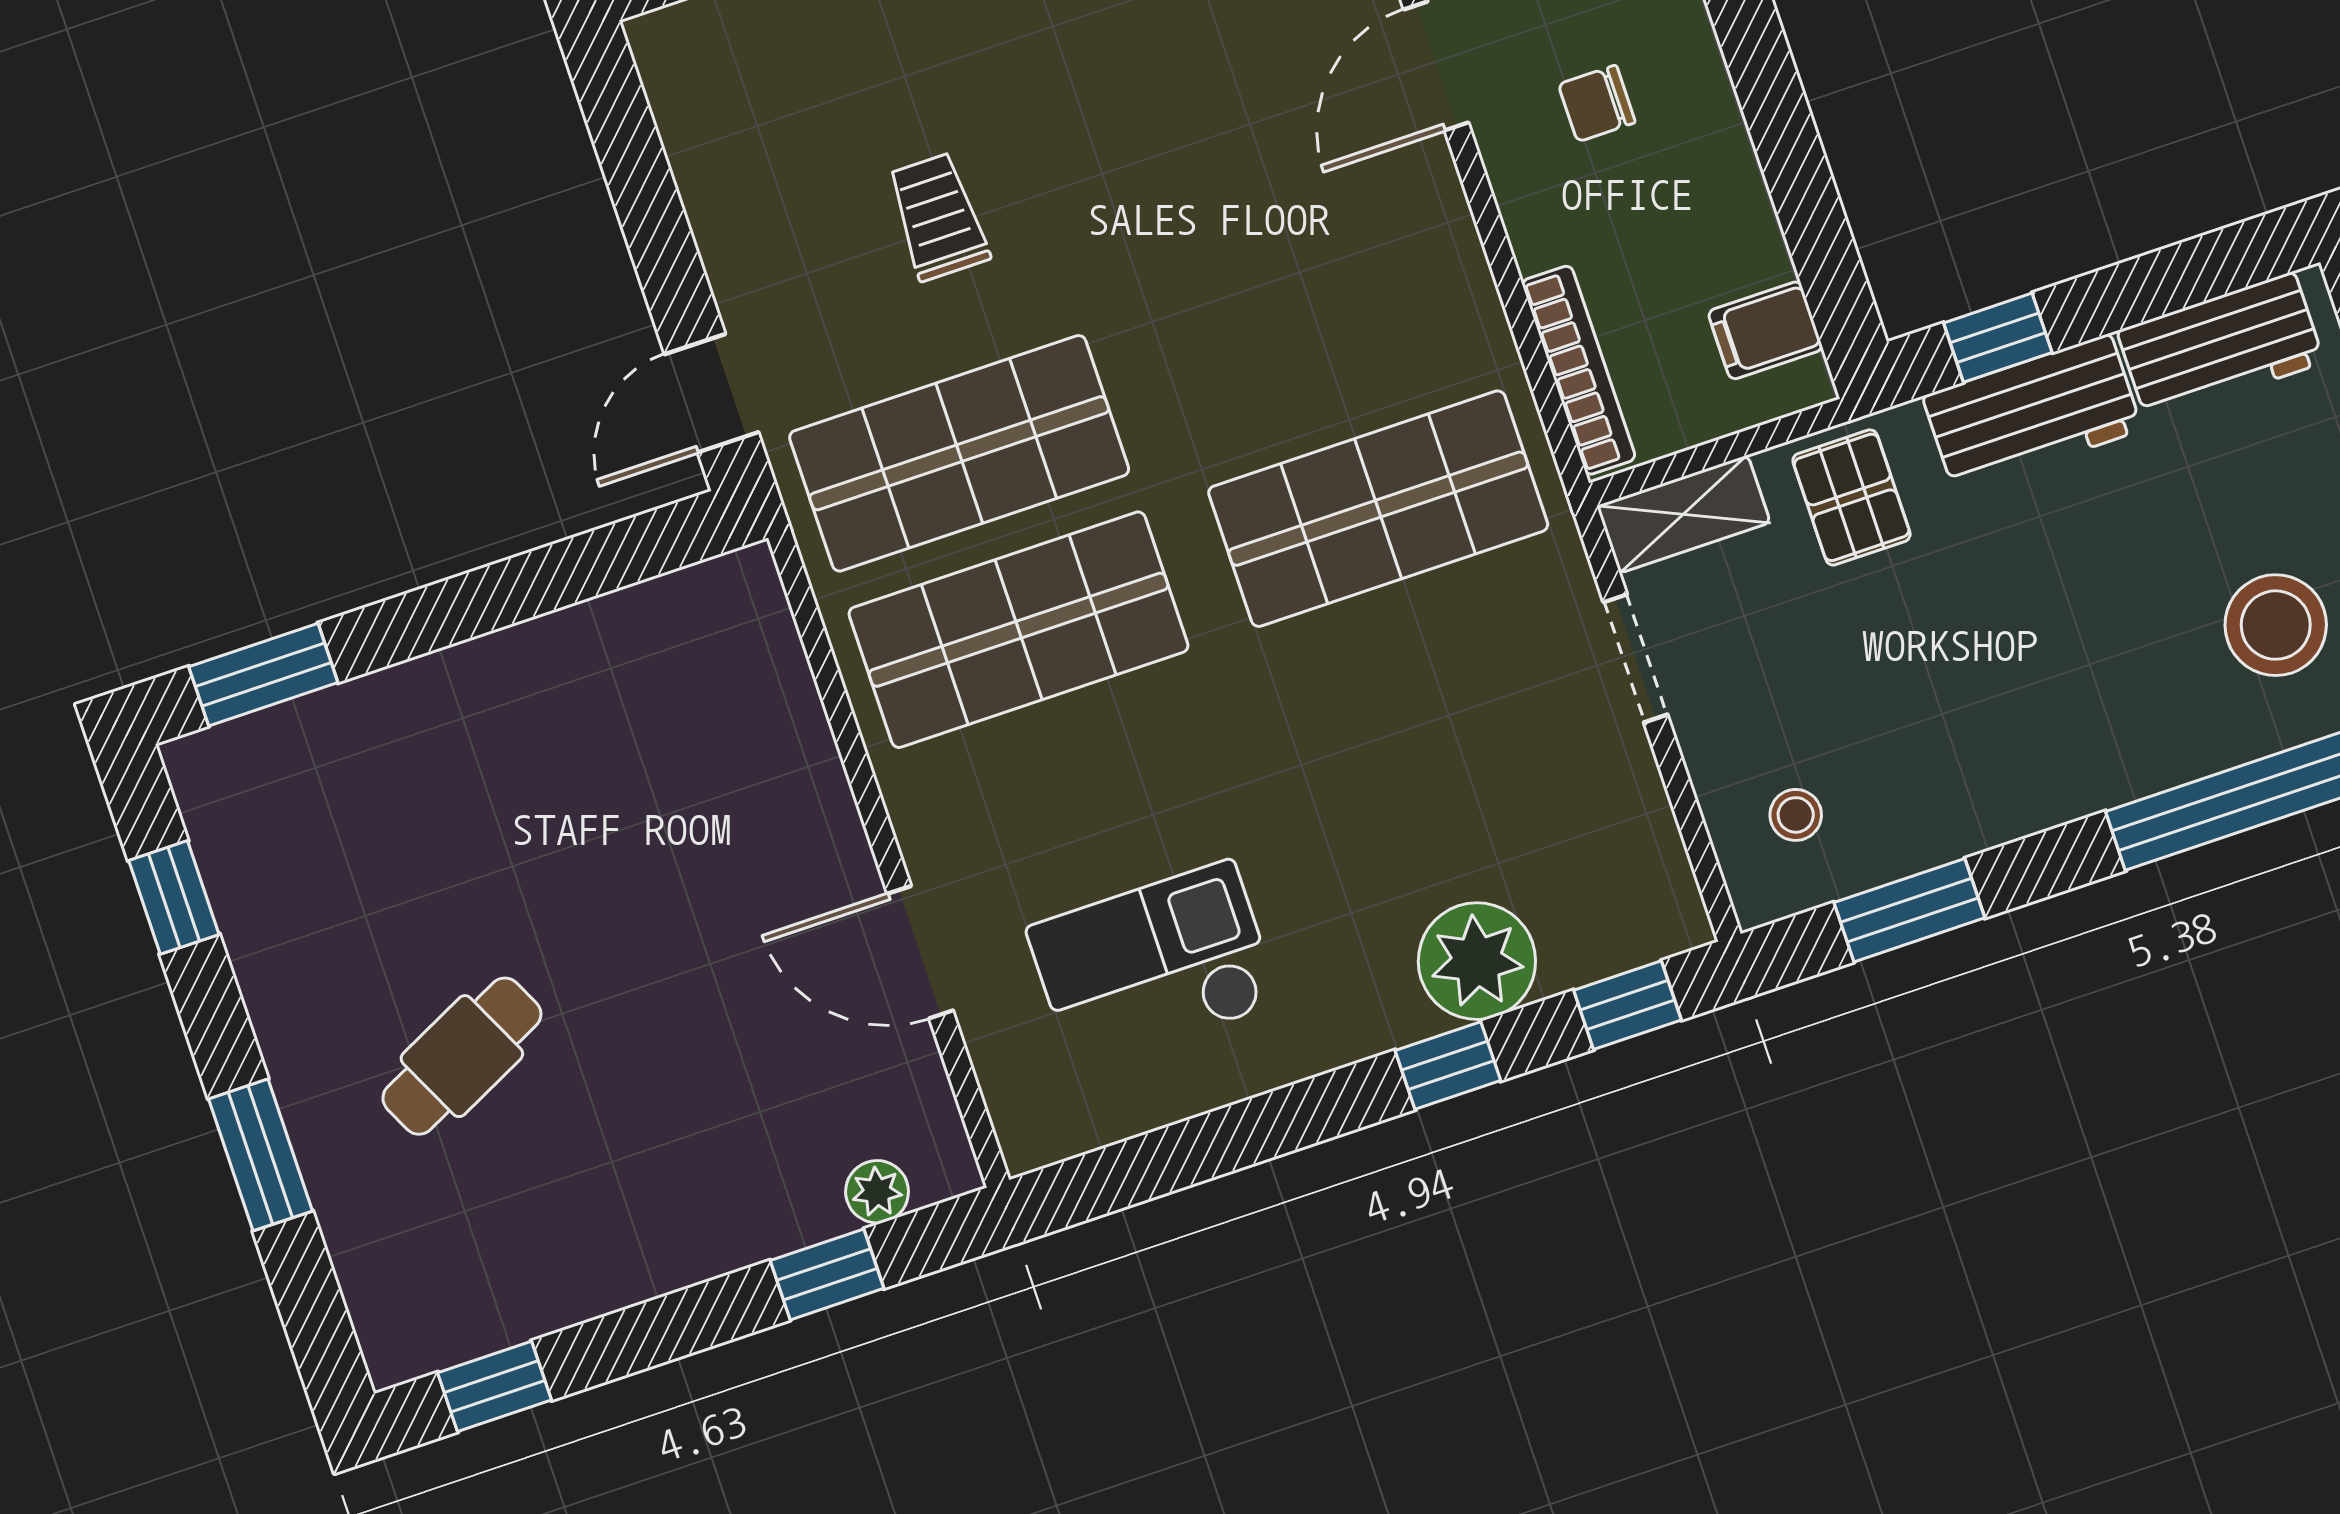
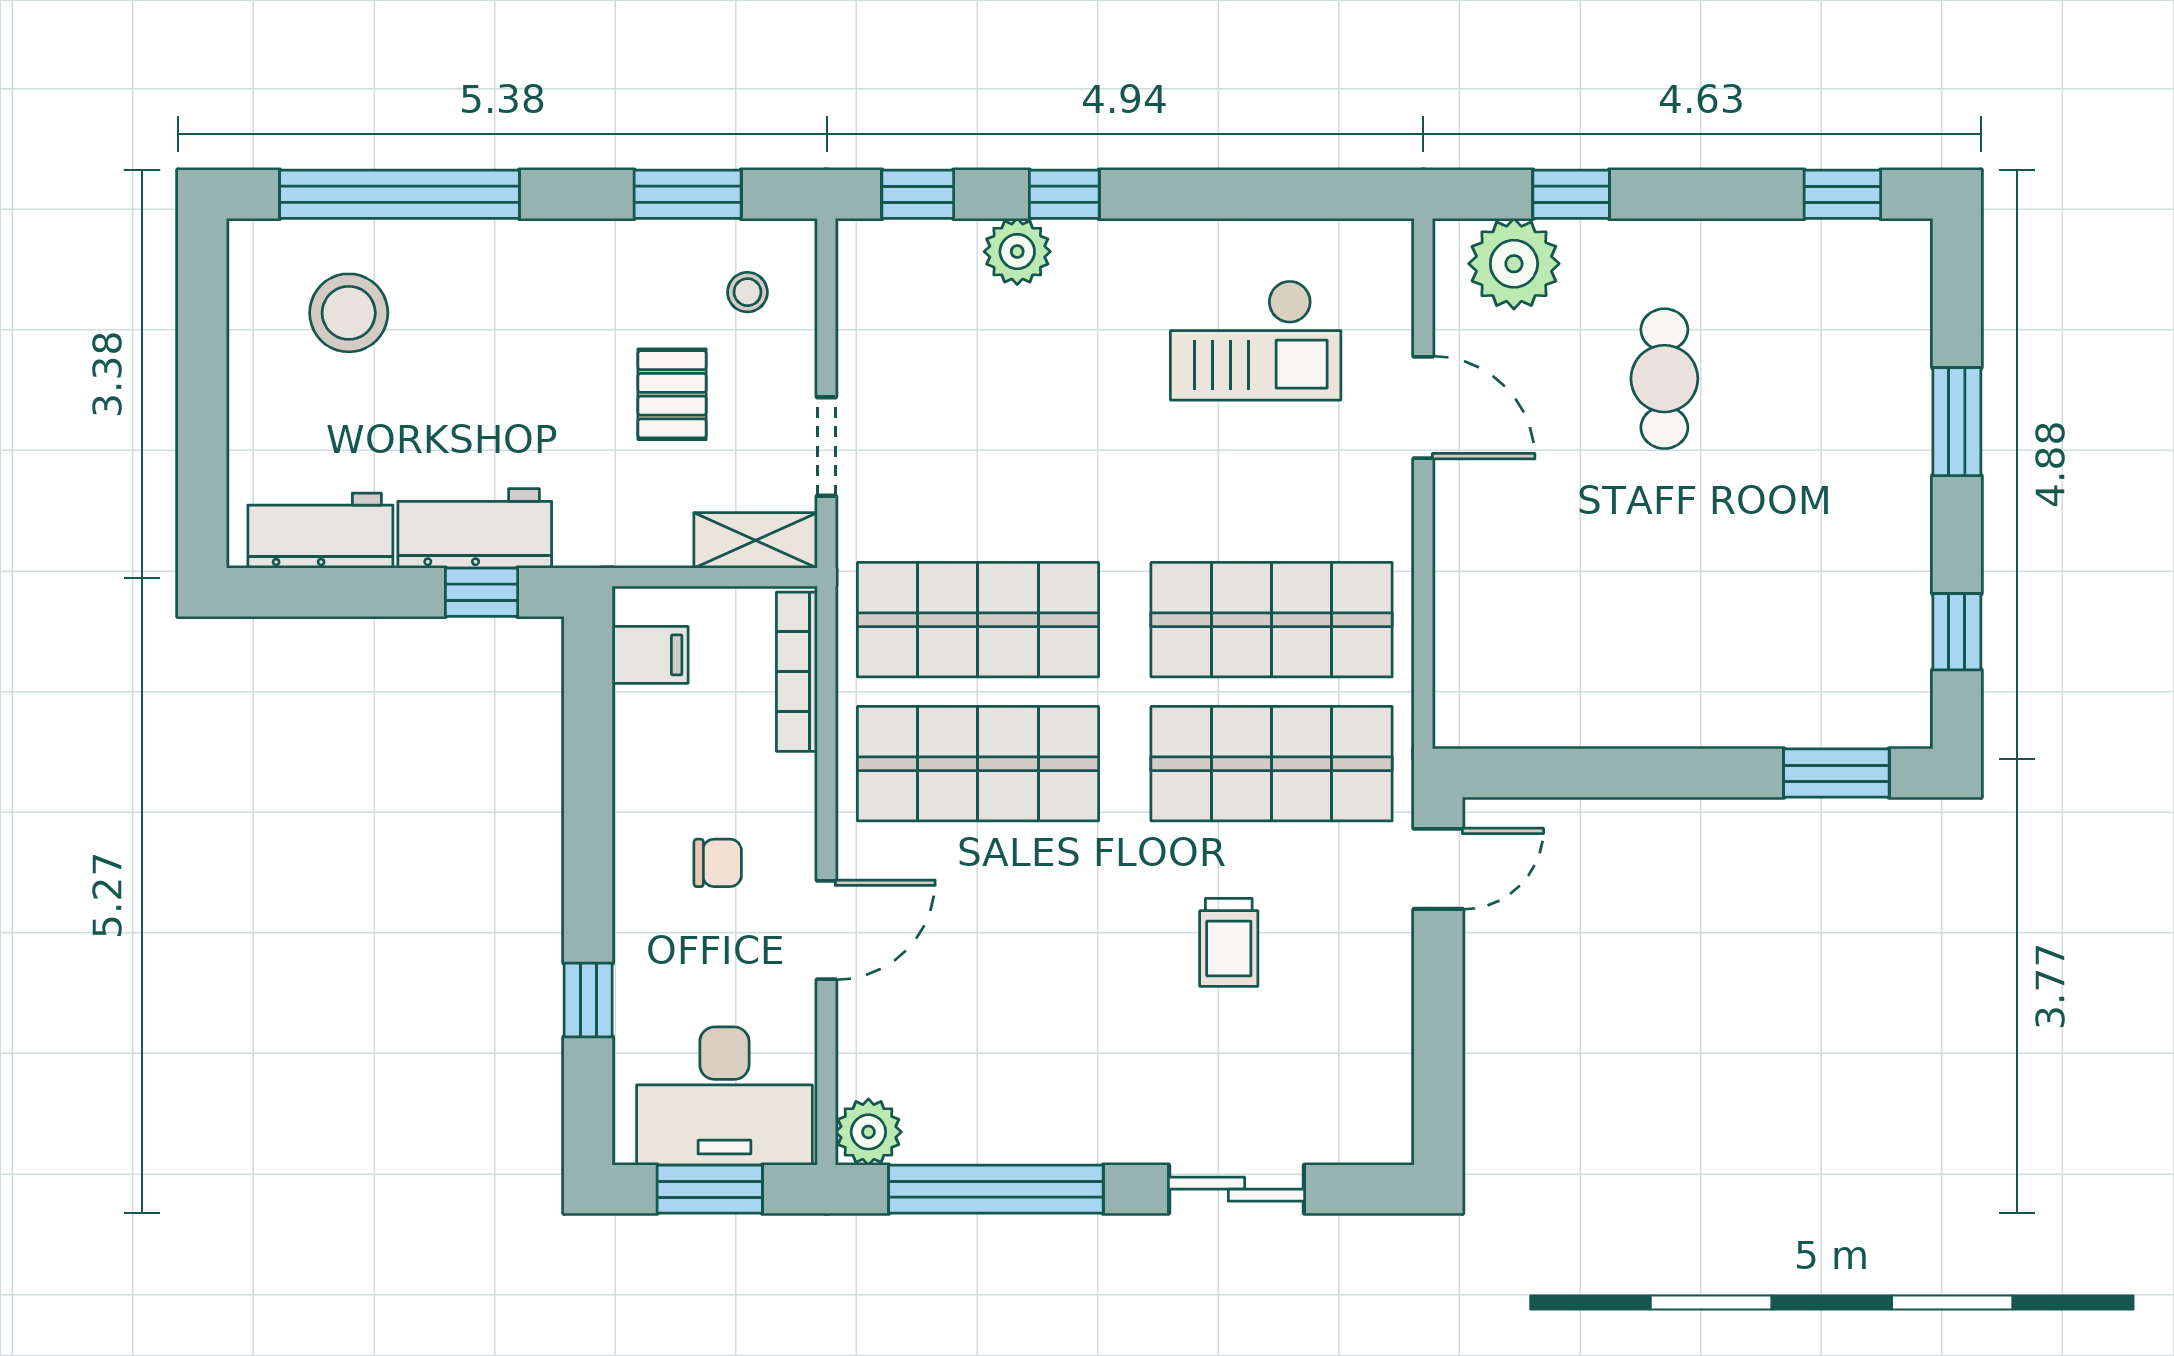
shop shelf: (1319, 332) -> (978, 764), added
pallet: (1852, 497) -> (672, 394), moved
plant: (1477, 961) -> (1017, 252), width x0.73, depth x0.73
cafe table: (462, 1056) -> (1664, 379), moved, turned -64
plant: (877, 1192) -> (1514, 264), width x1.88, depth x1.88

